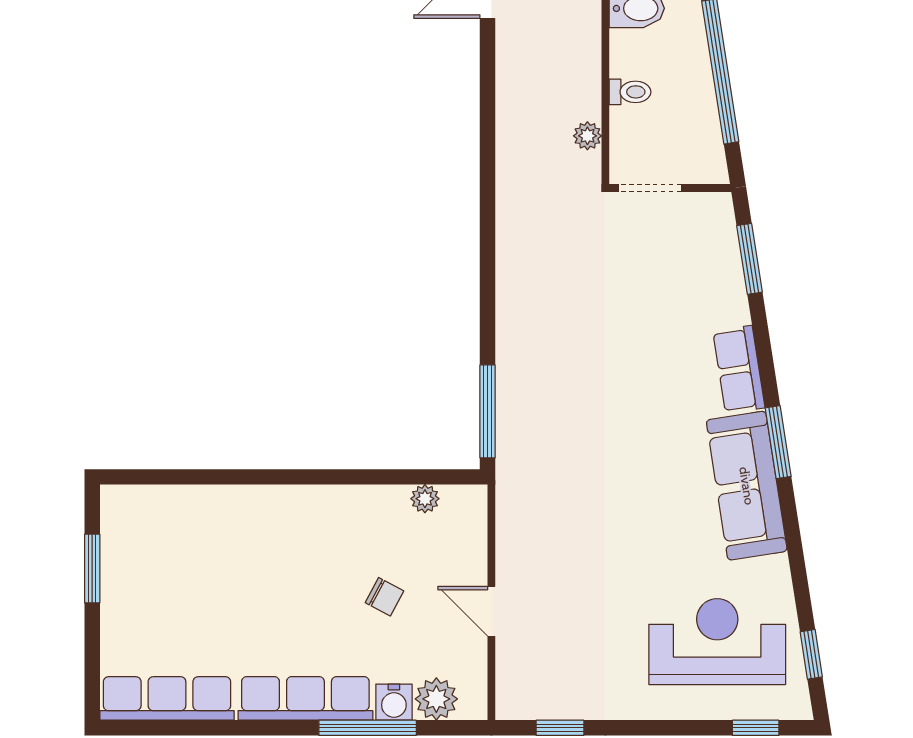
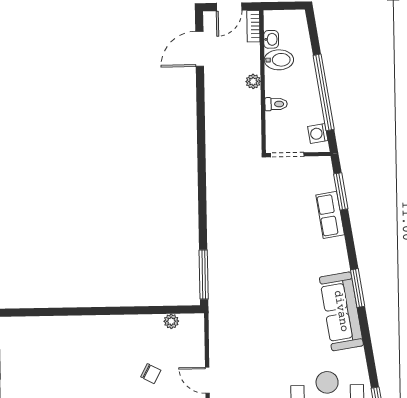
plant: (587, 136) -> (253, 81), moved
washing machine: (708, 149) -> (318, 133), added
row of seats: (739, 370) -> (330, 215), moved

